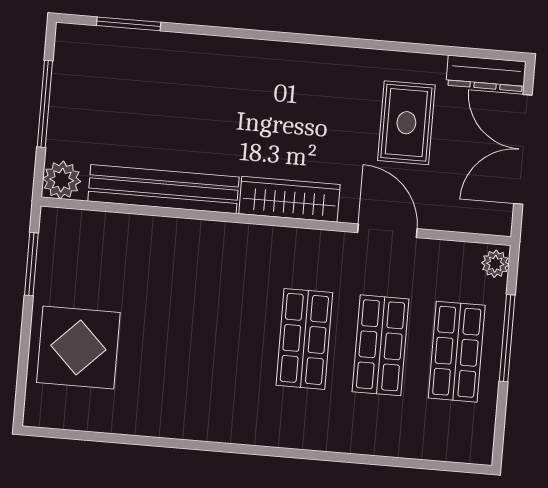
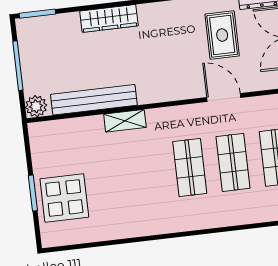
window: (129, 24) -> (37, 14), moved
wardrobe: (289, 199) -> (109, 18), moved, turned 180
shelving: (209, 236) -> (125, 121), added
window: (31, 264) -> (33, 193), moved

